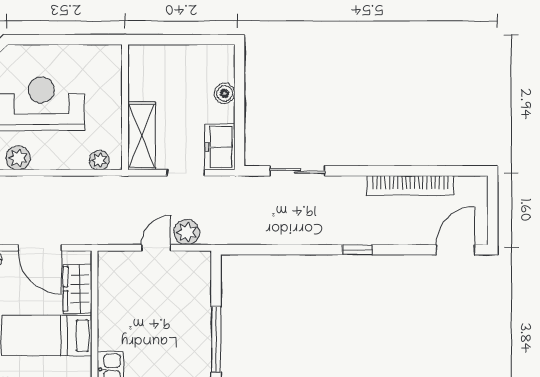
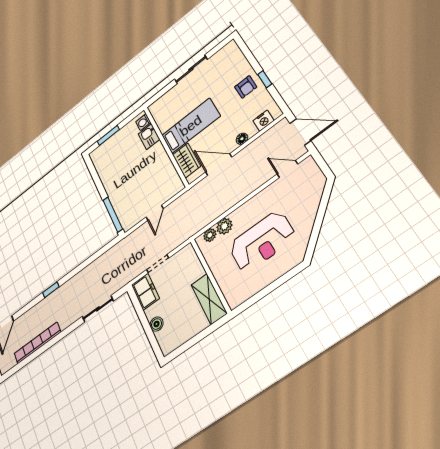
shelving: (142, 136) -> (209, 299), moved
plant: (18, 158) -> (224, 226), moved
plant: (187, 232) -> (142, 233), removed
window: (216, 339) -> (113, 215), moved

